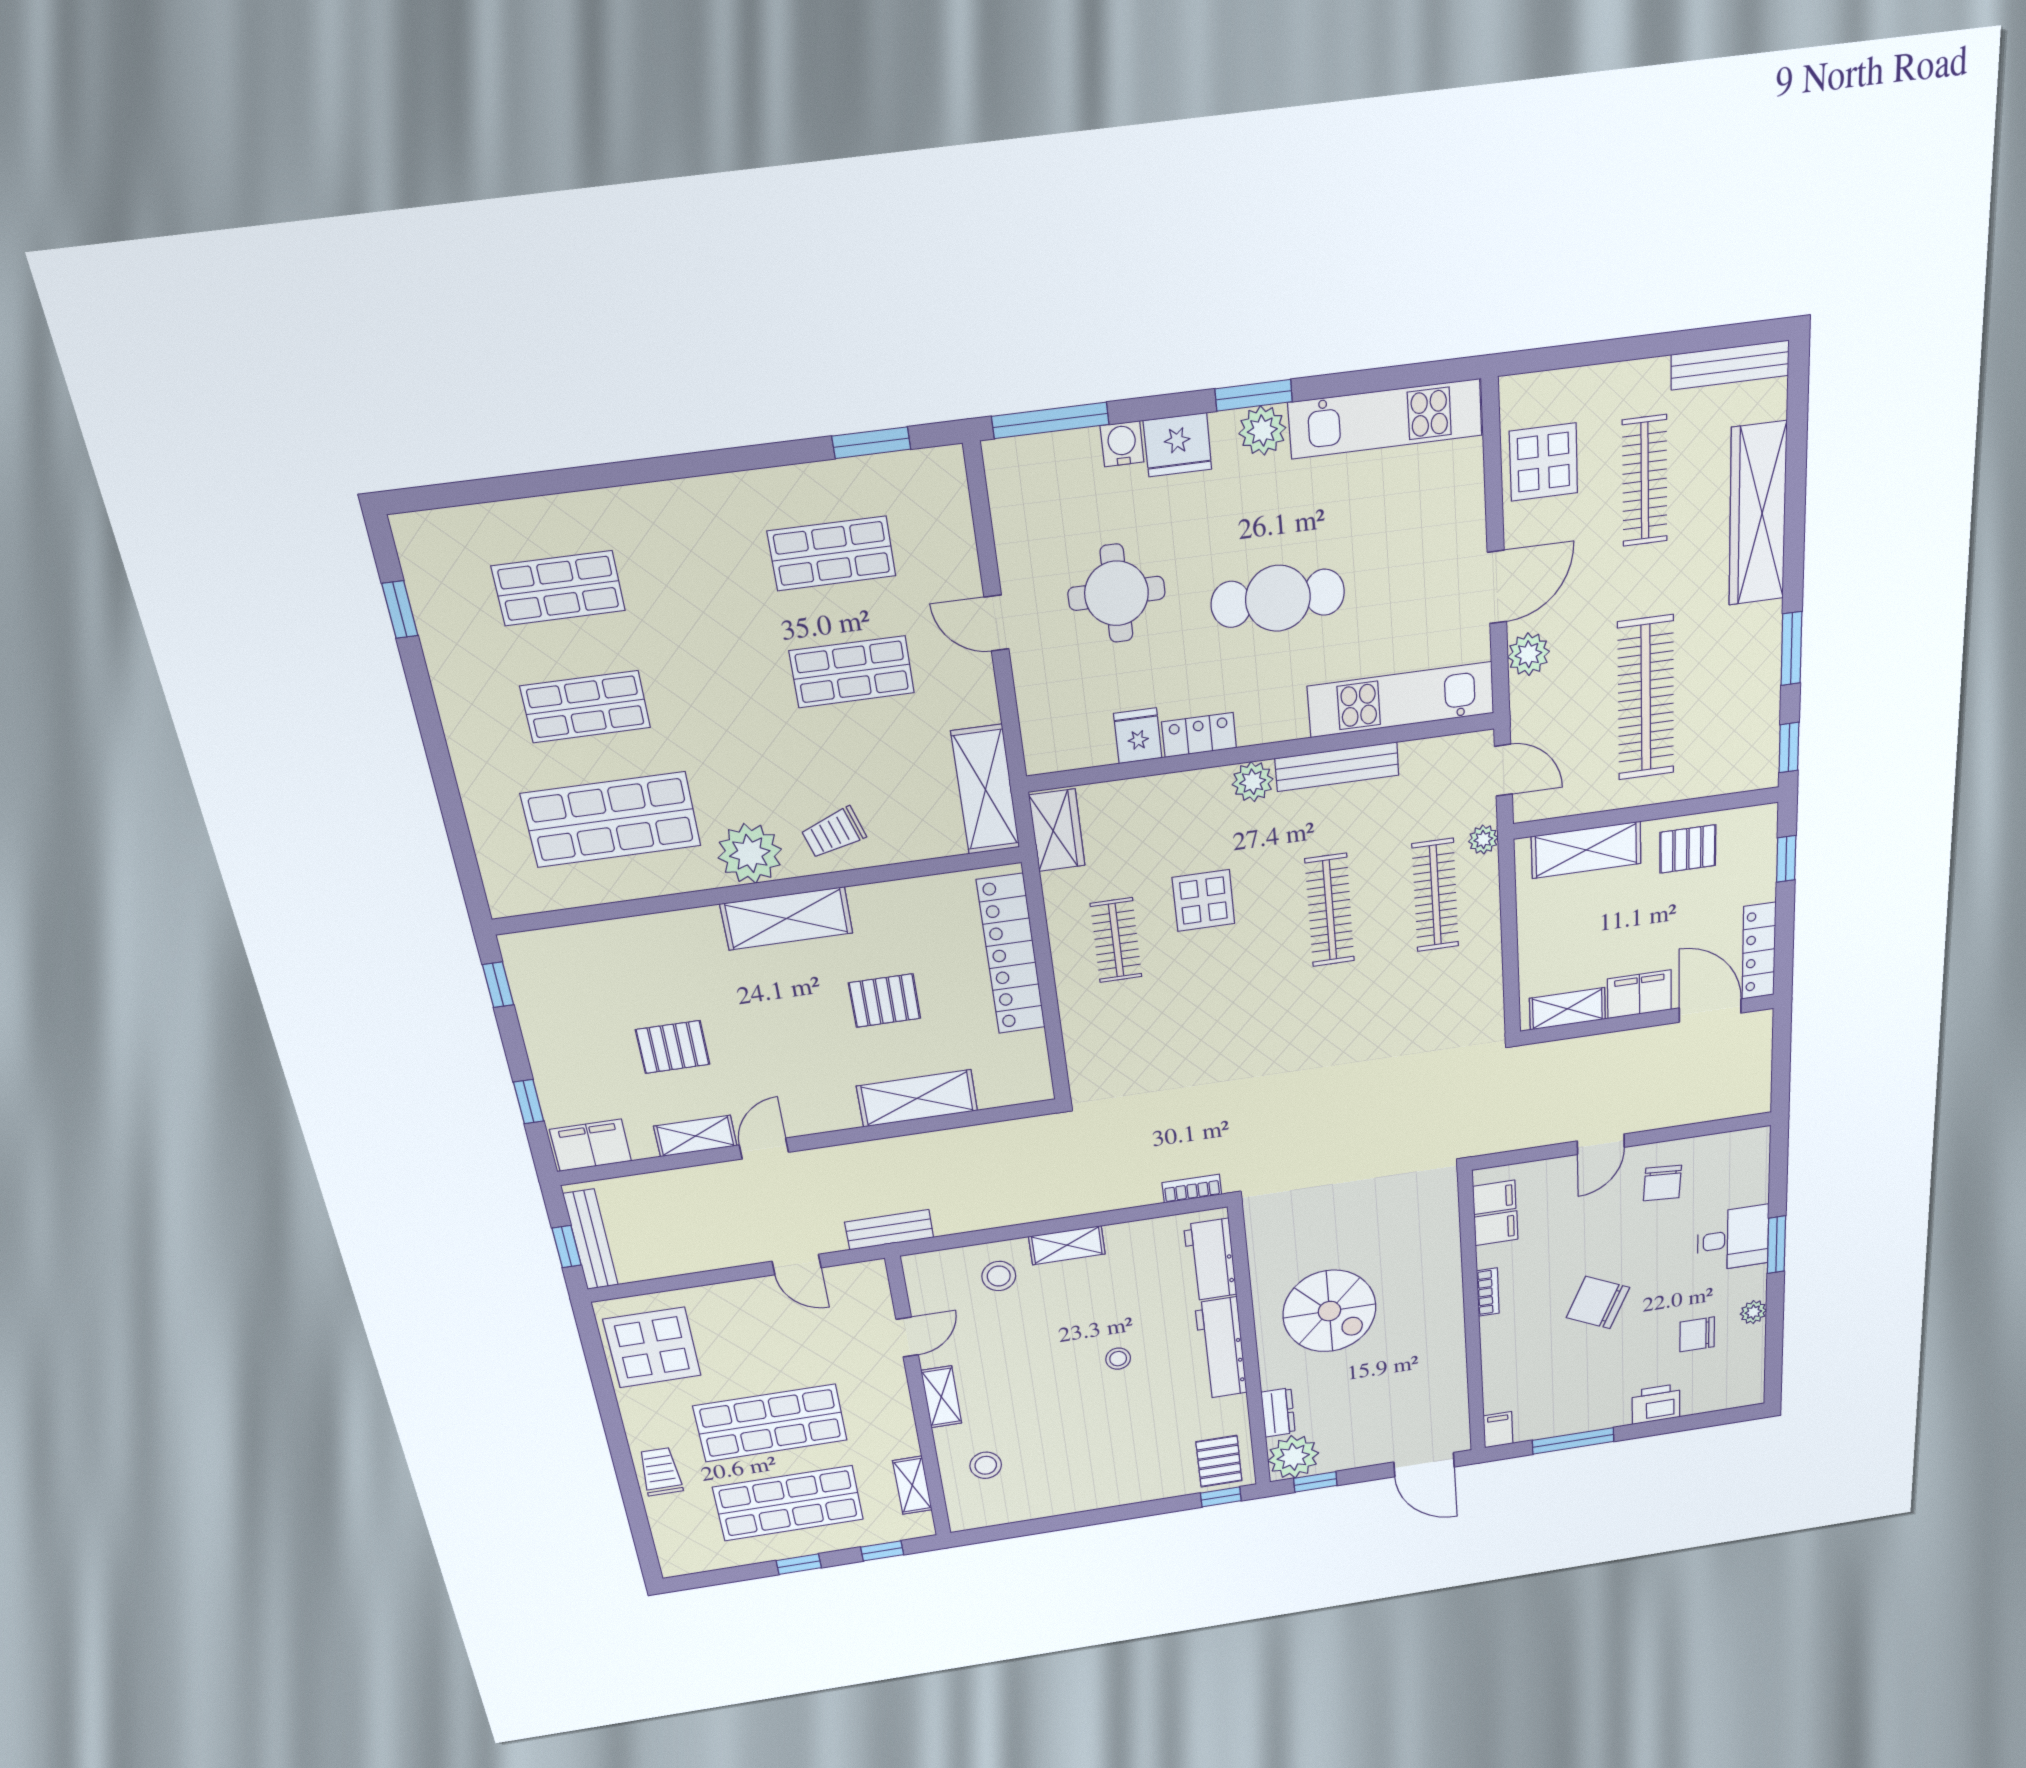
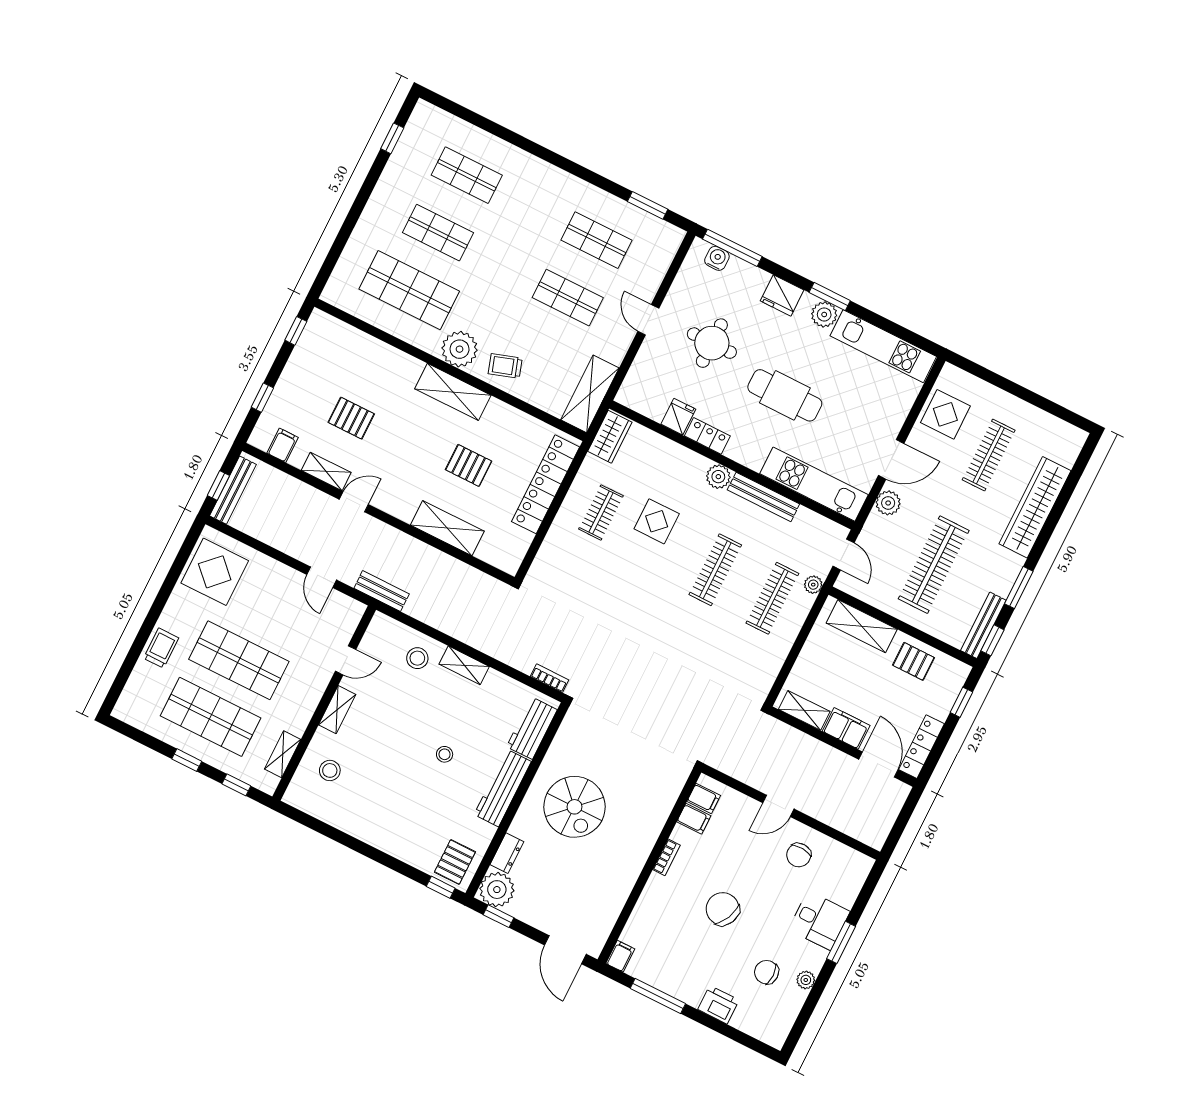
bench: (1730, 365) -> (983, 625), moved, turned 90
water cooler: (1122, 444) -> (717, 258), moved
filing cabinet: (591, 1145) -> (283, 445), width x0.50

